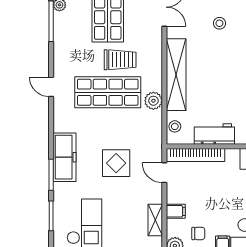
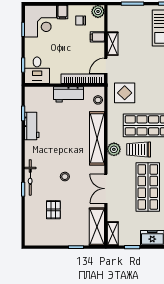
plant: (153, 101) -> (114, 149), moved
display table: (116, 163) -> (125, 93), moved
door: (164, 173) -> (106, 66), swing flipped
shelving: (155, 220) -> (113, 44), moved

